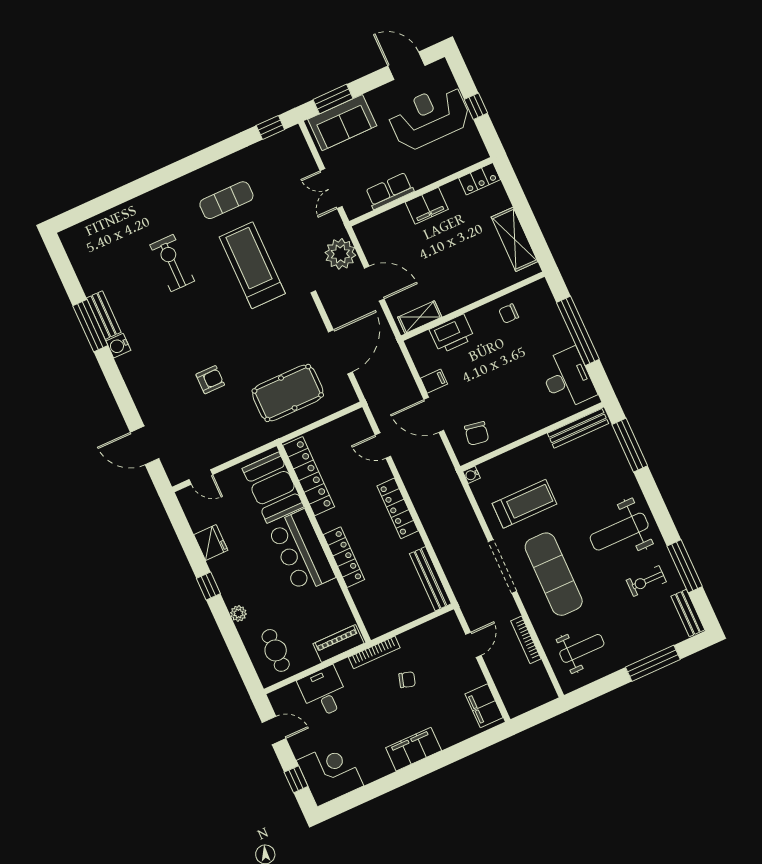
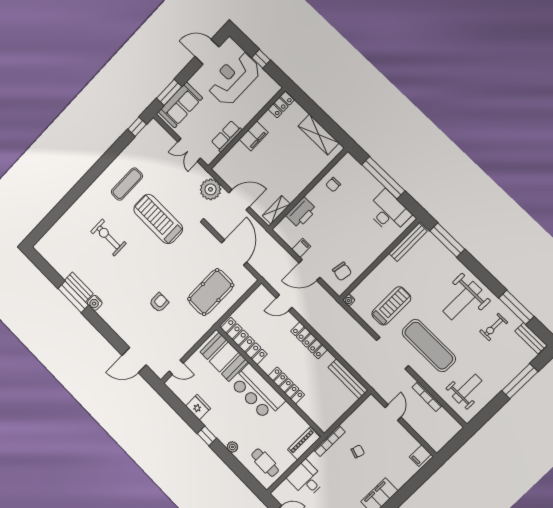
filing cabinet: (484, 706) -> (420, 456), width x0.50

